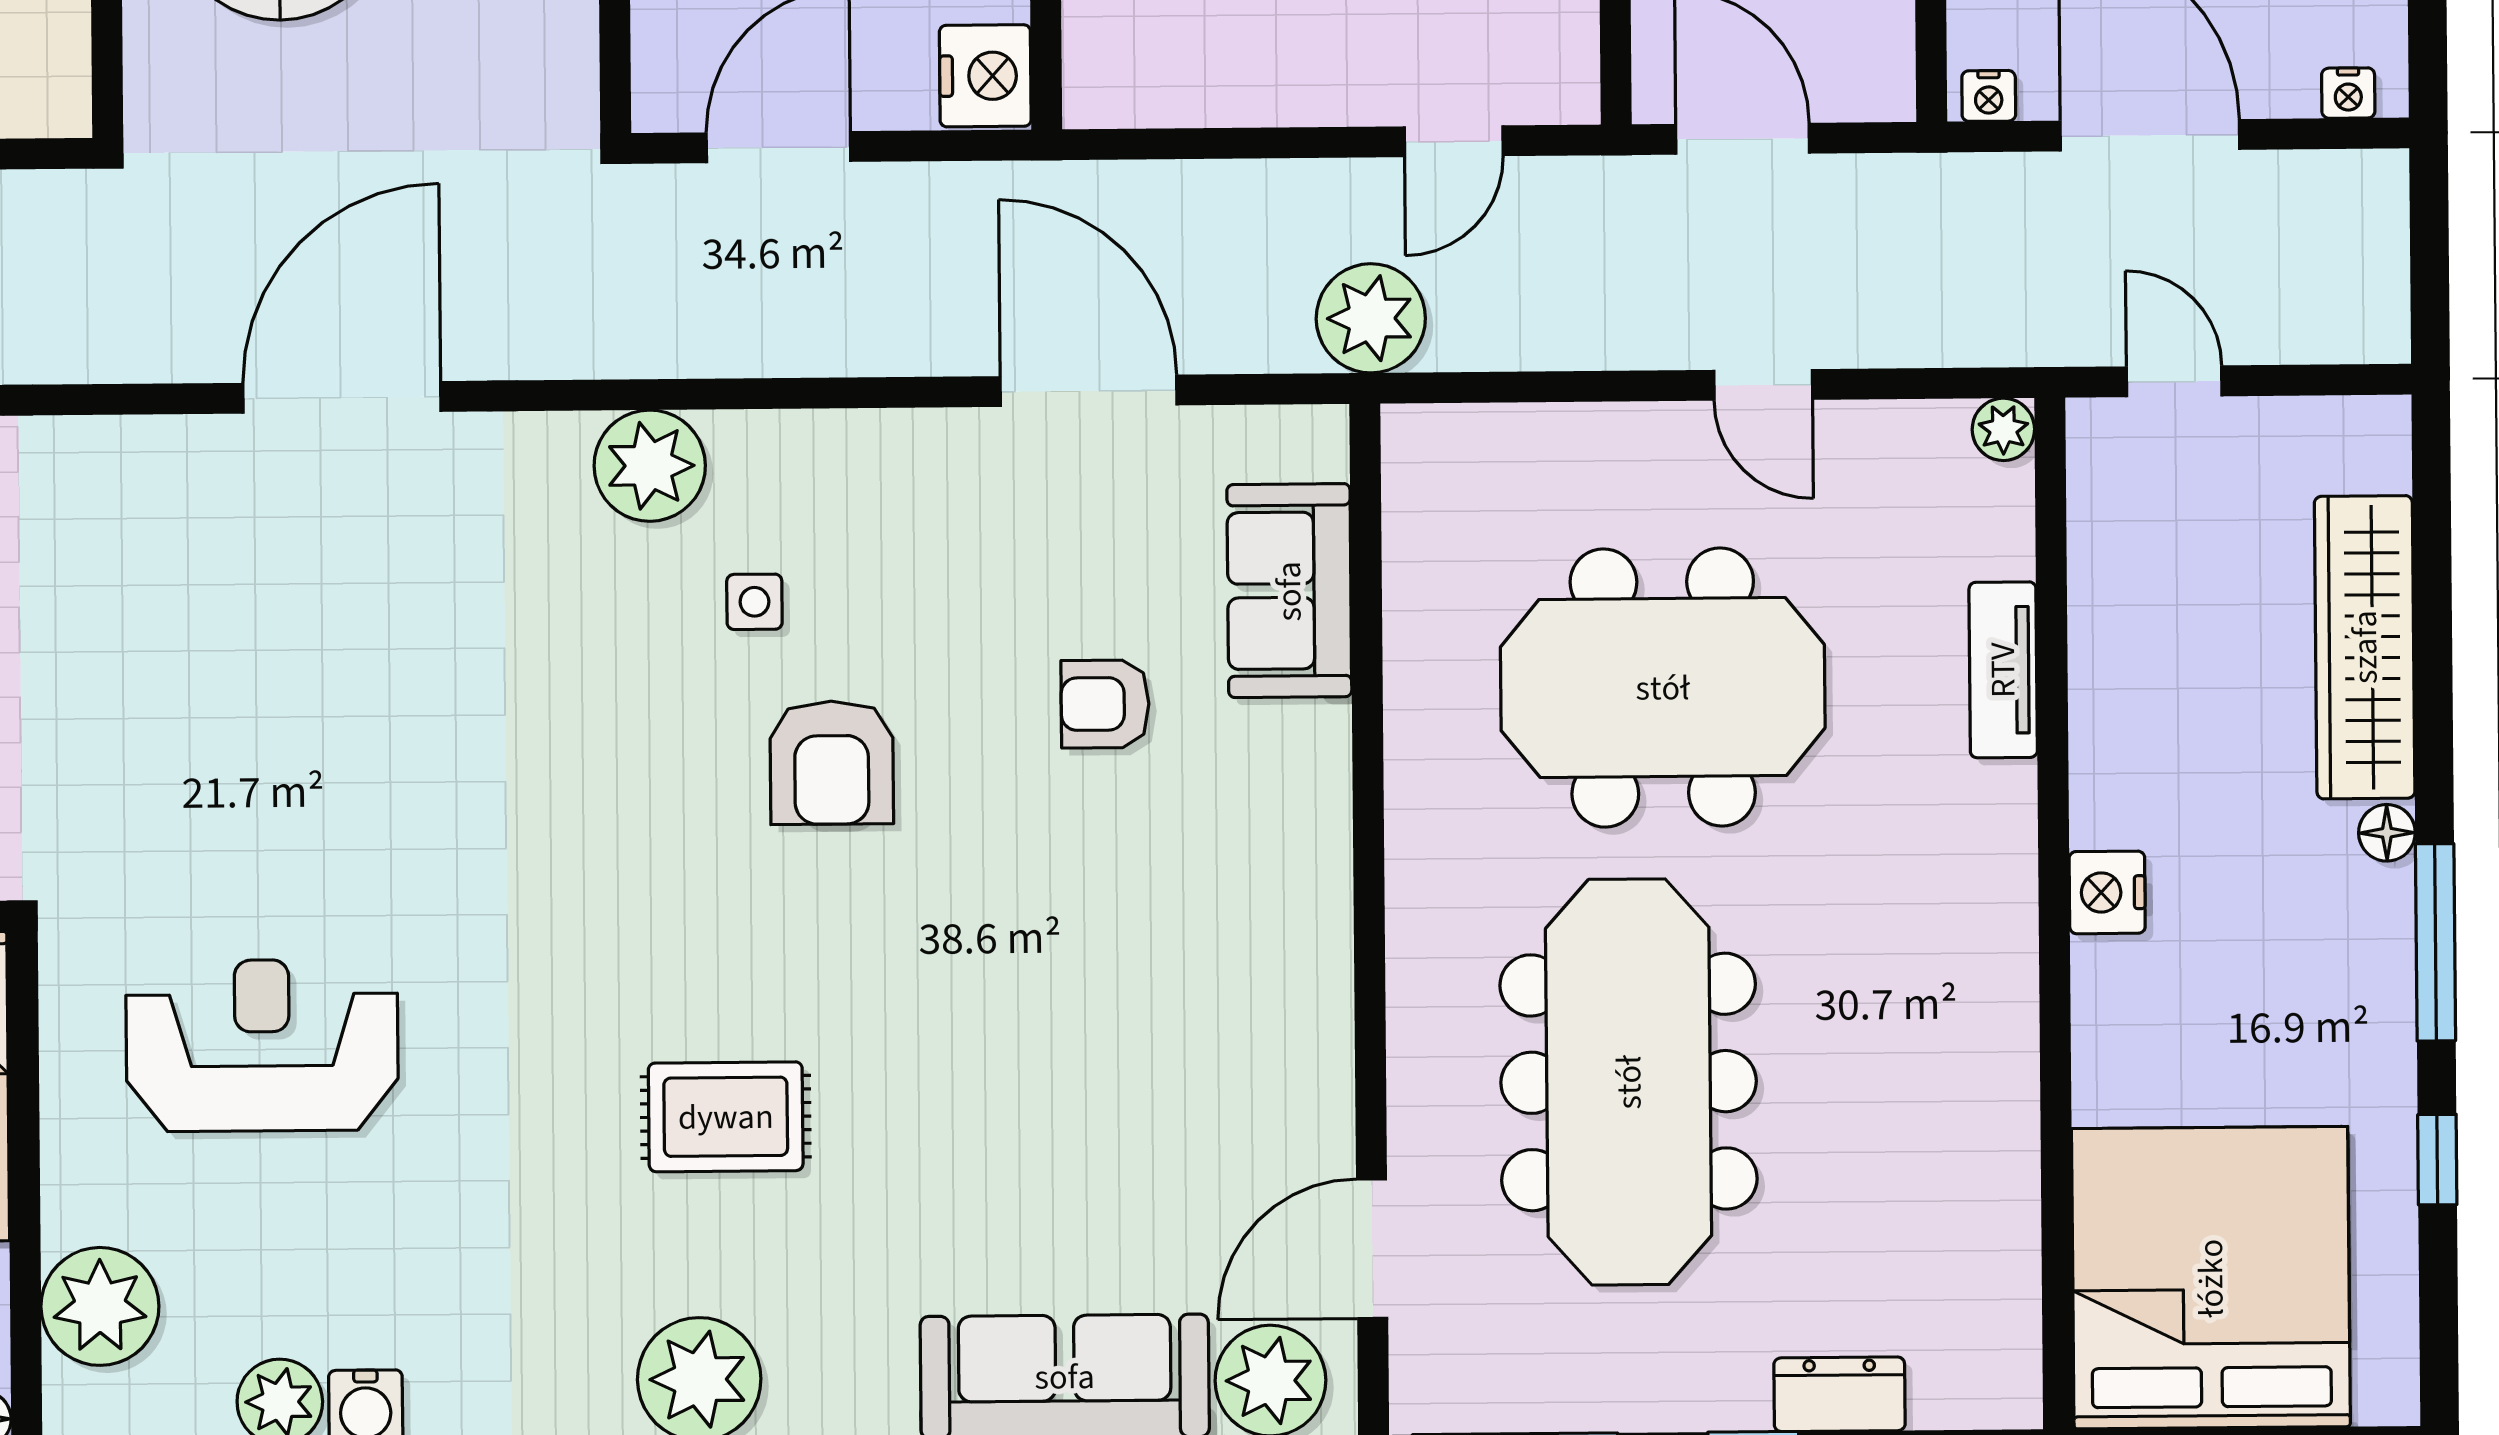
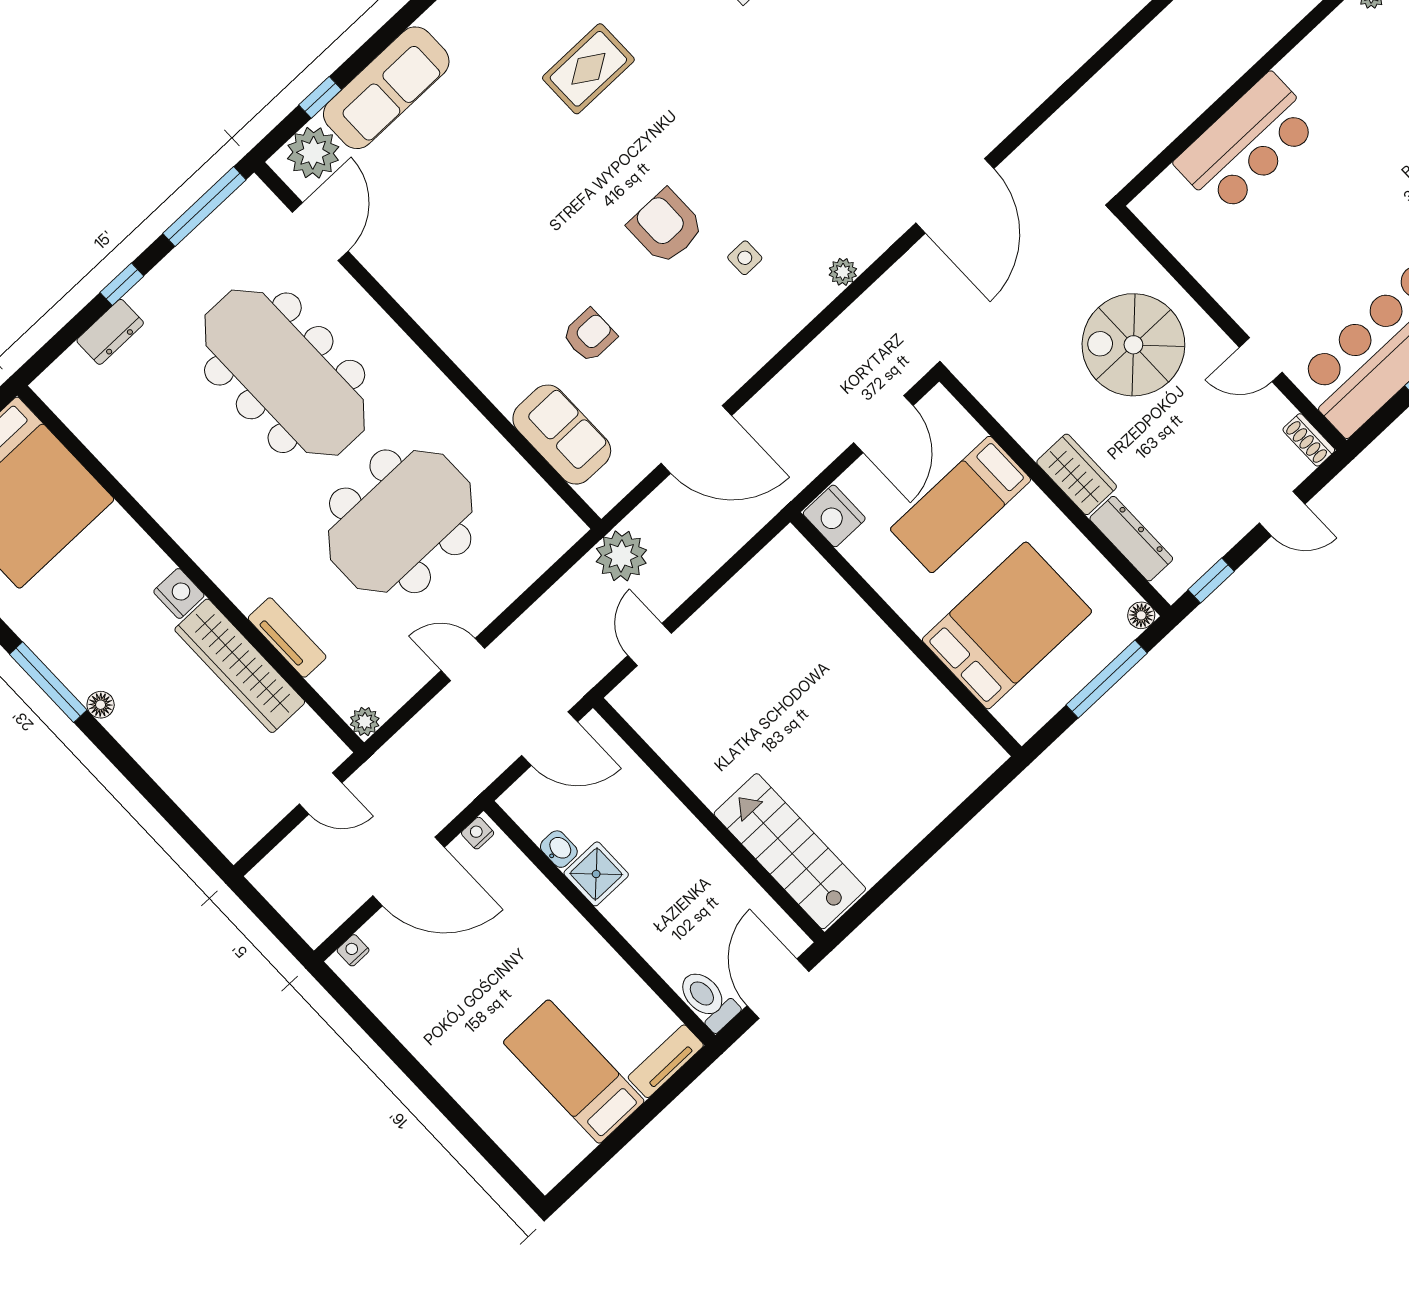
plant: (650, 466) -> (843, 272), width x0.53, depth x0.53
wardrobe: (2365, 647) -> (240, 666), moved, turned 180

